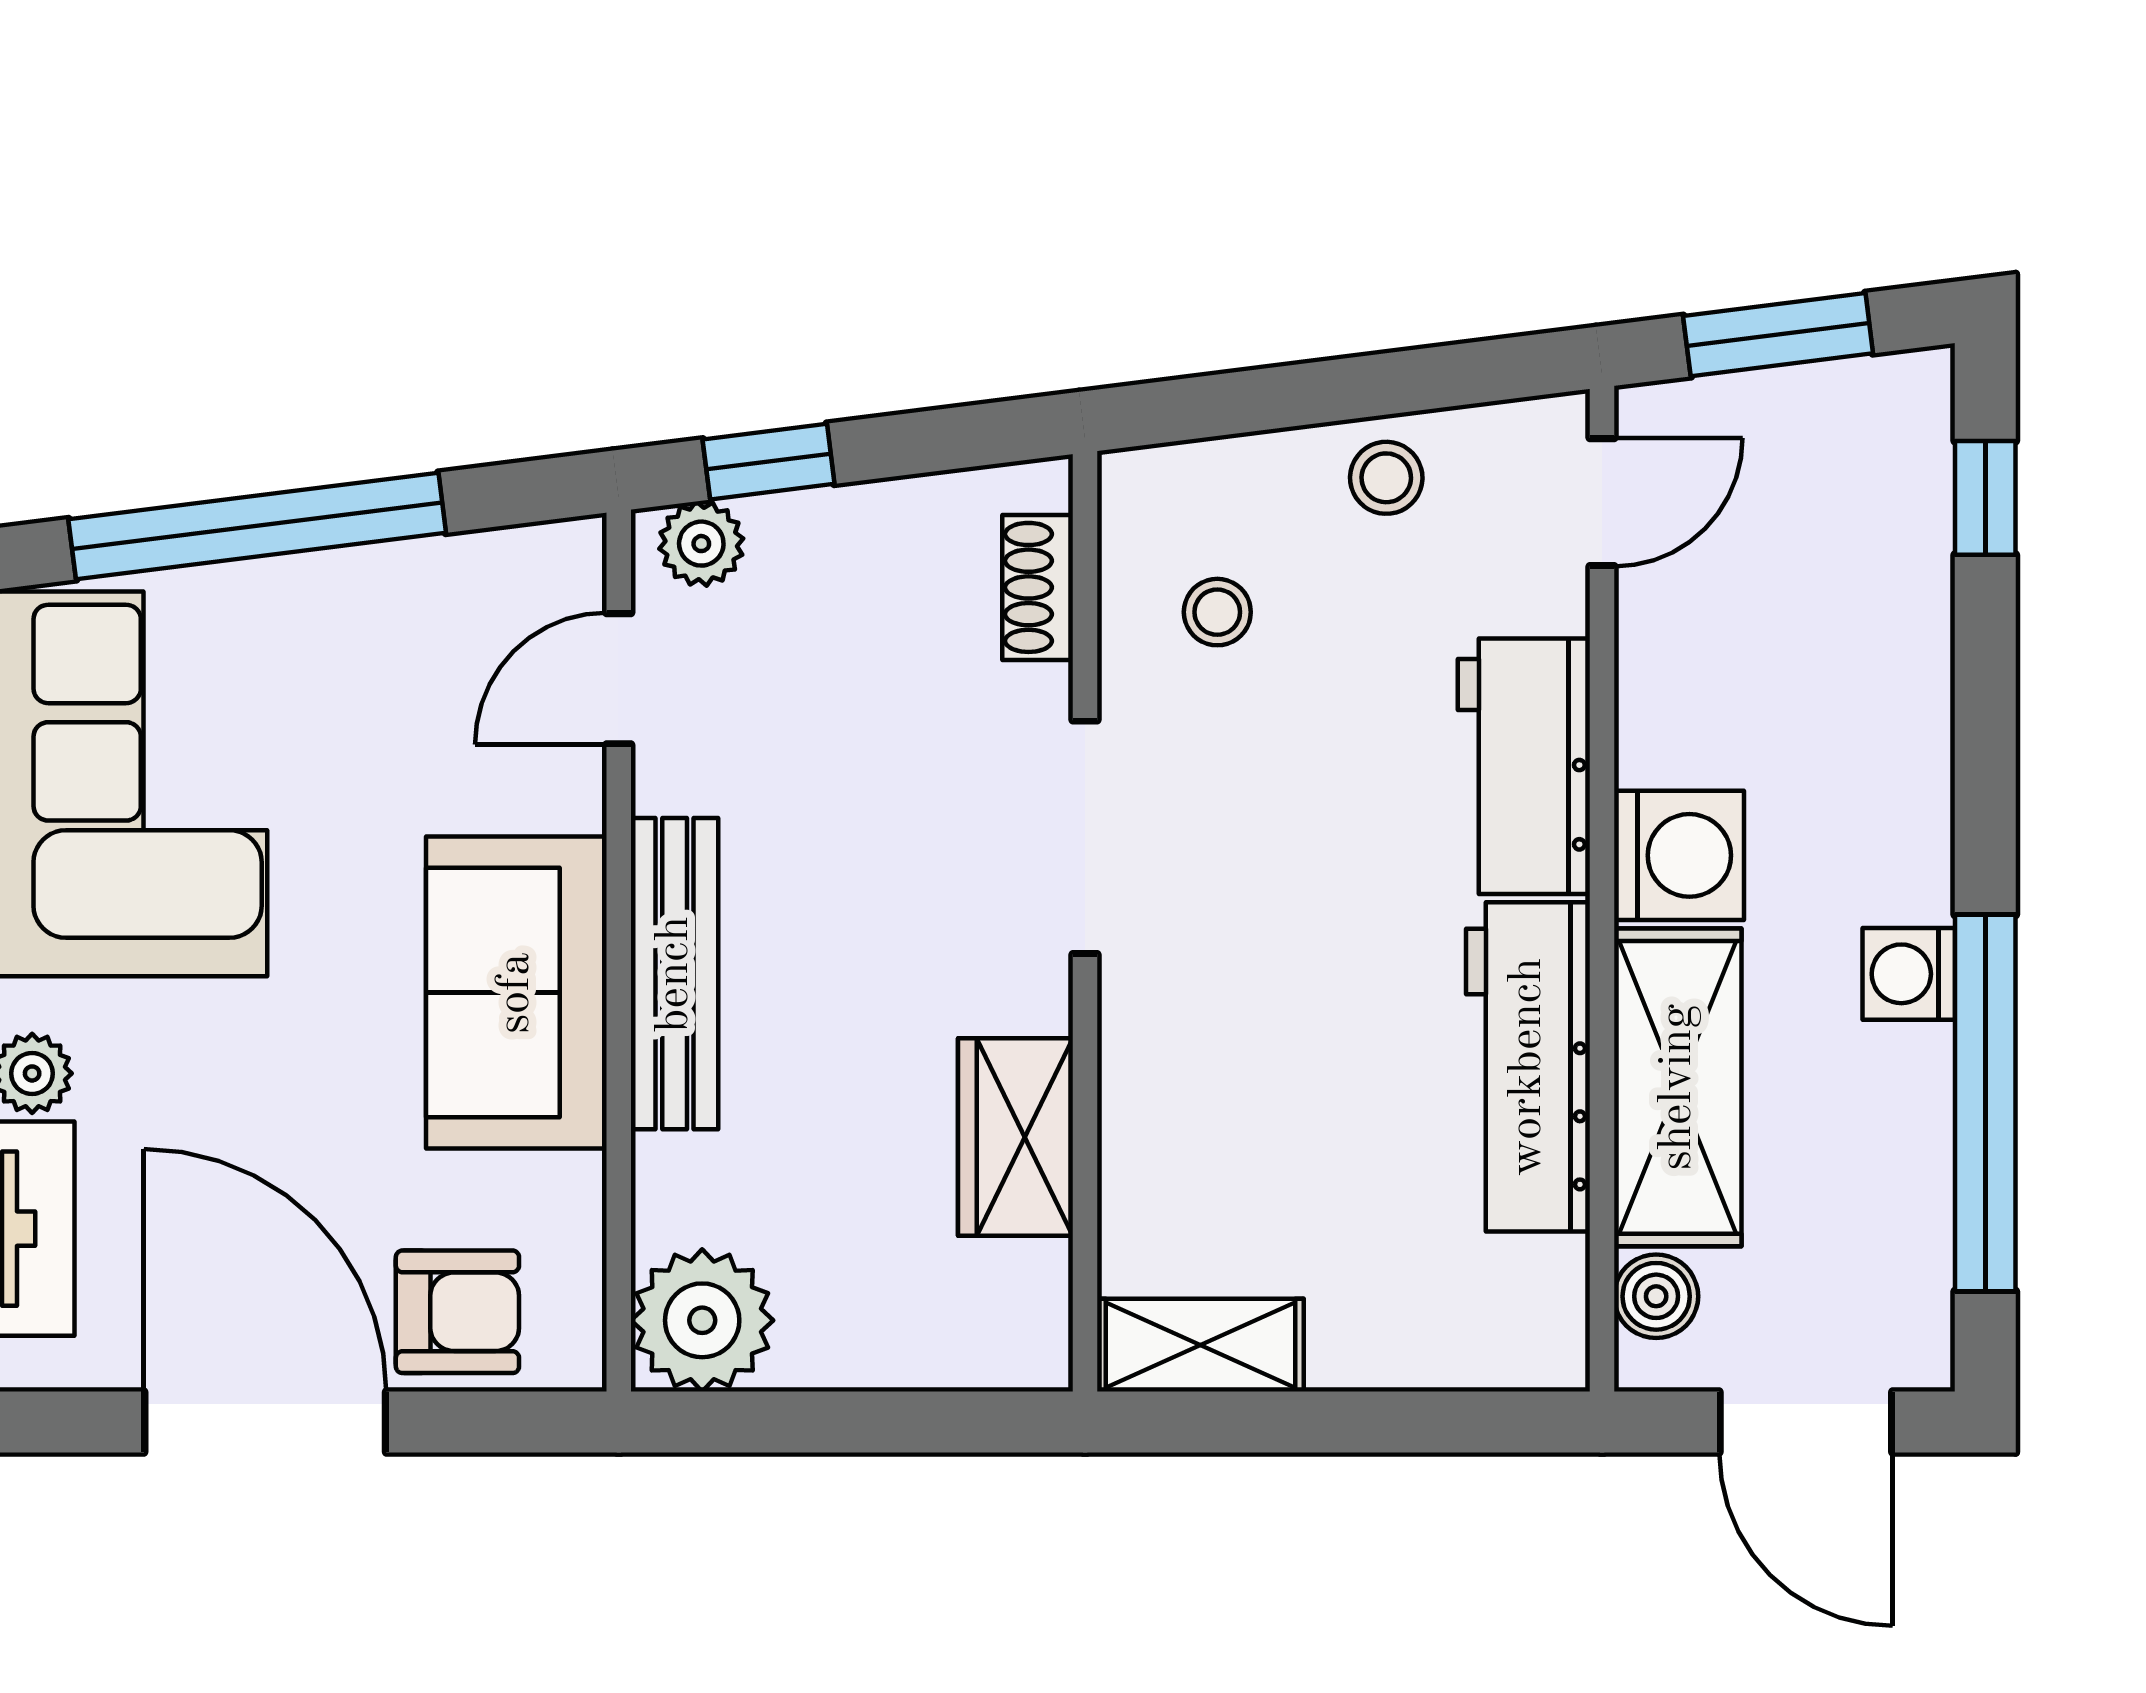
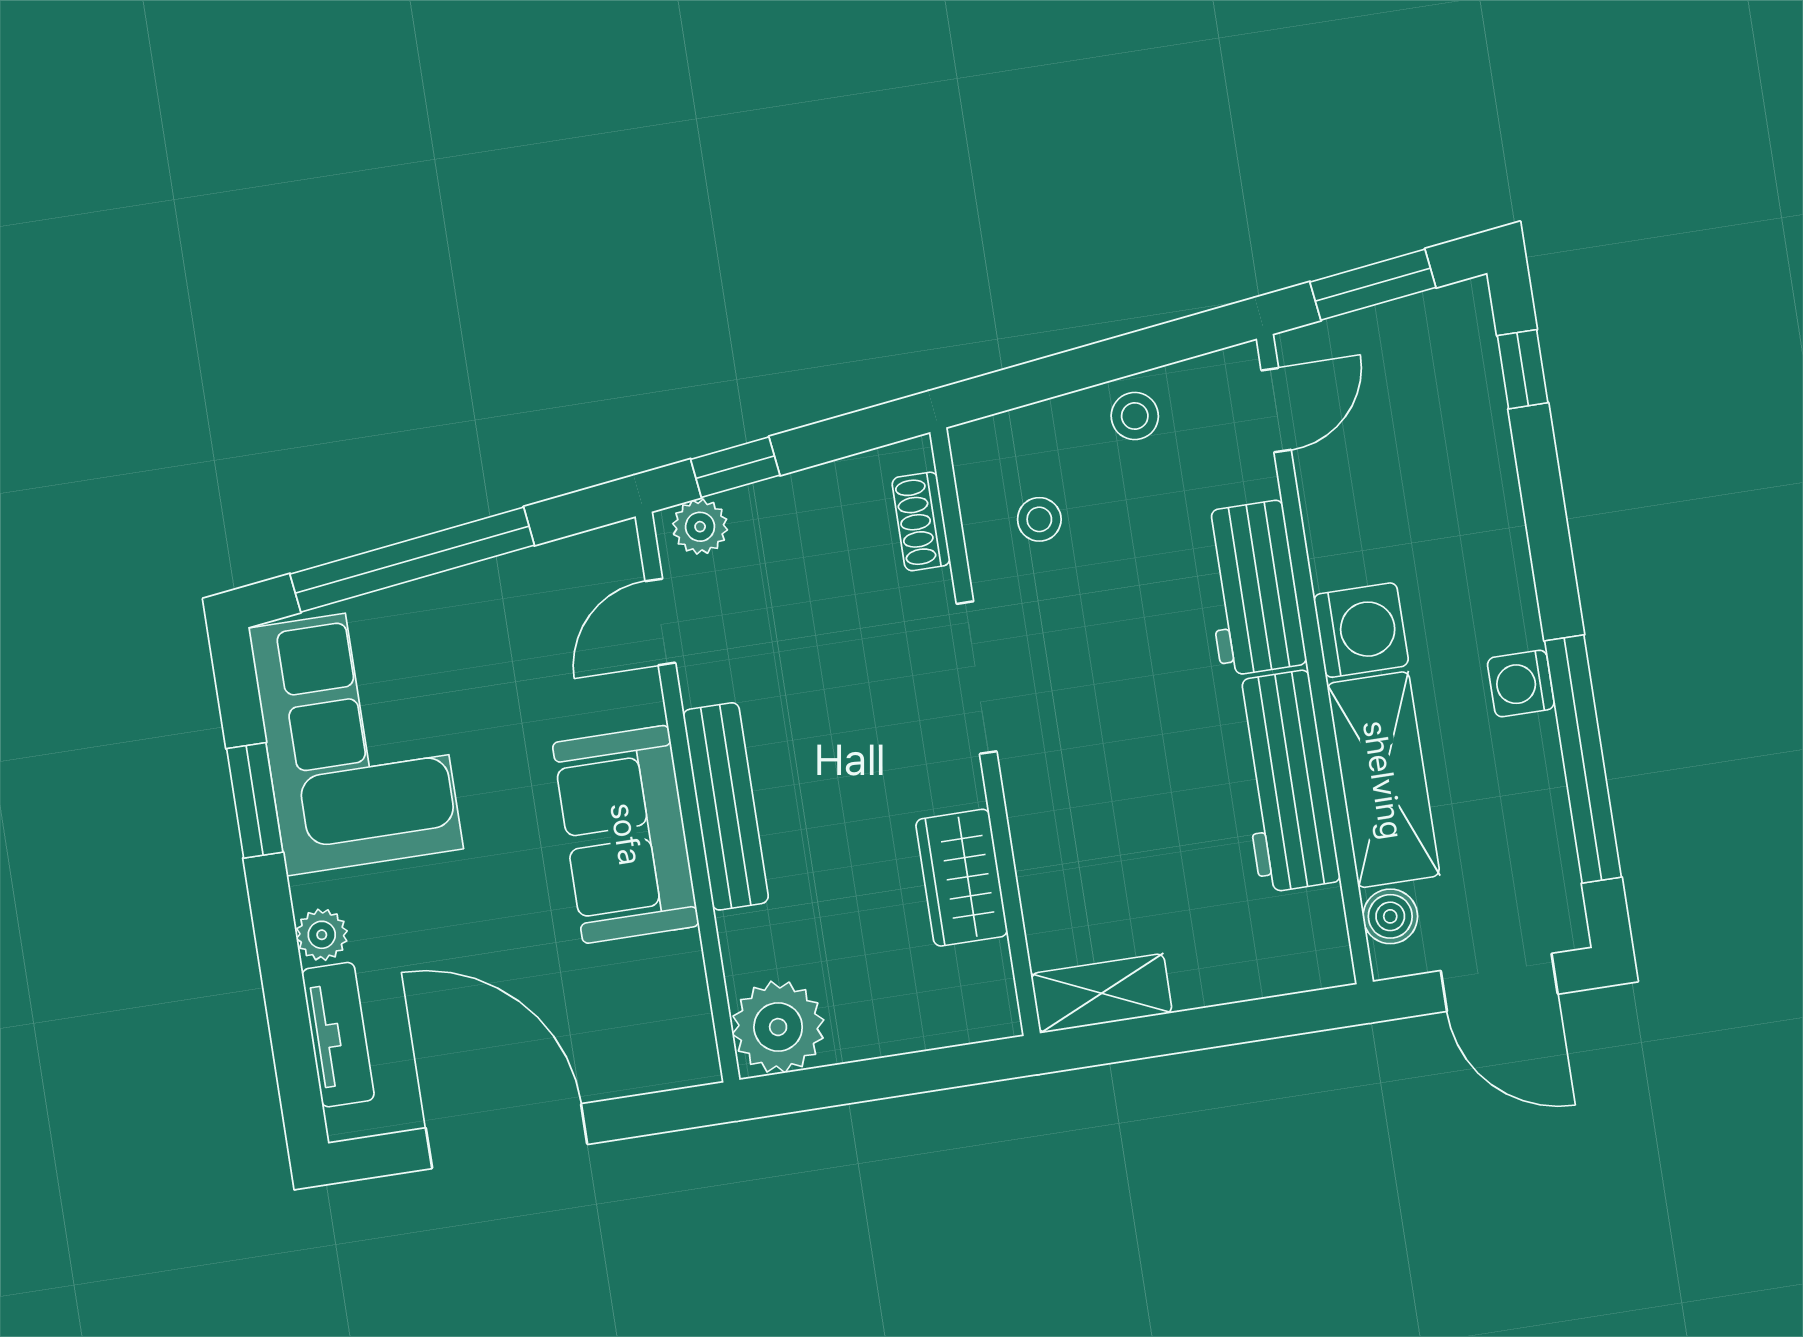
armchair: (457, 1312) -> (620, 1046), removed

